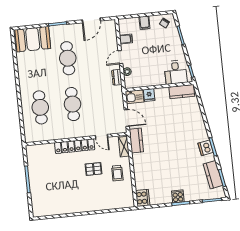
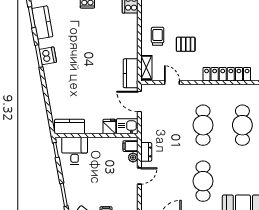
filing cabinet: (126, 39) -> (130, 146), moved
locker: (75, 146) -> (227, 74), moved

